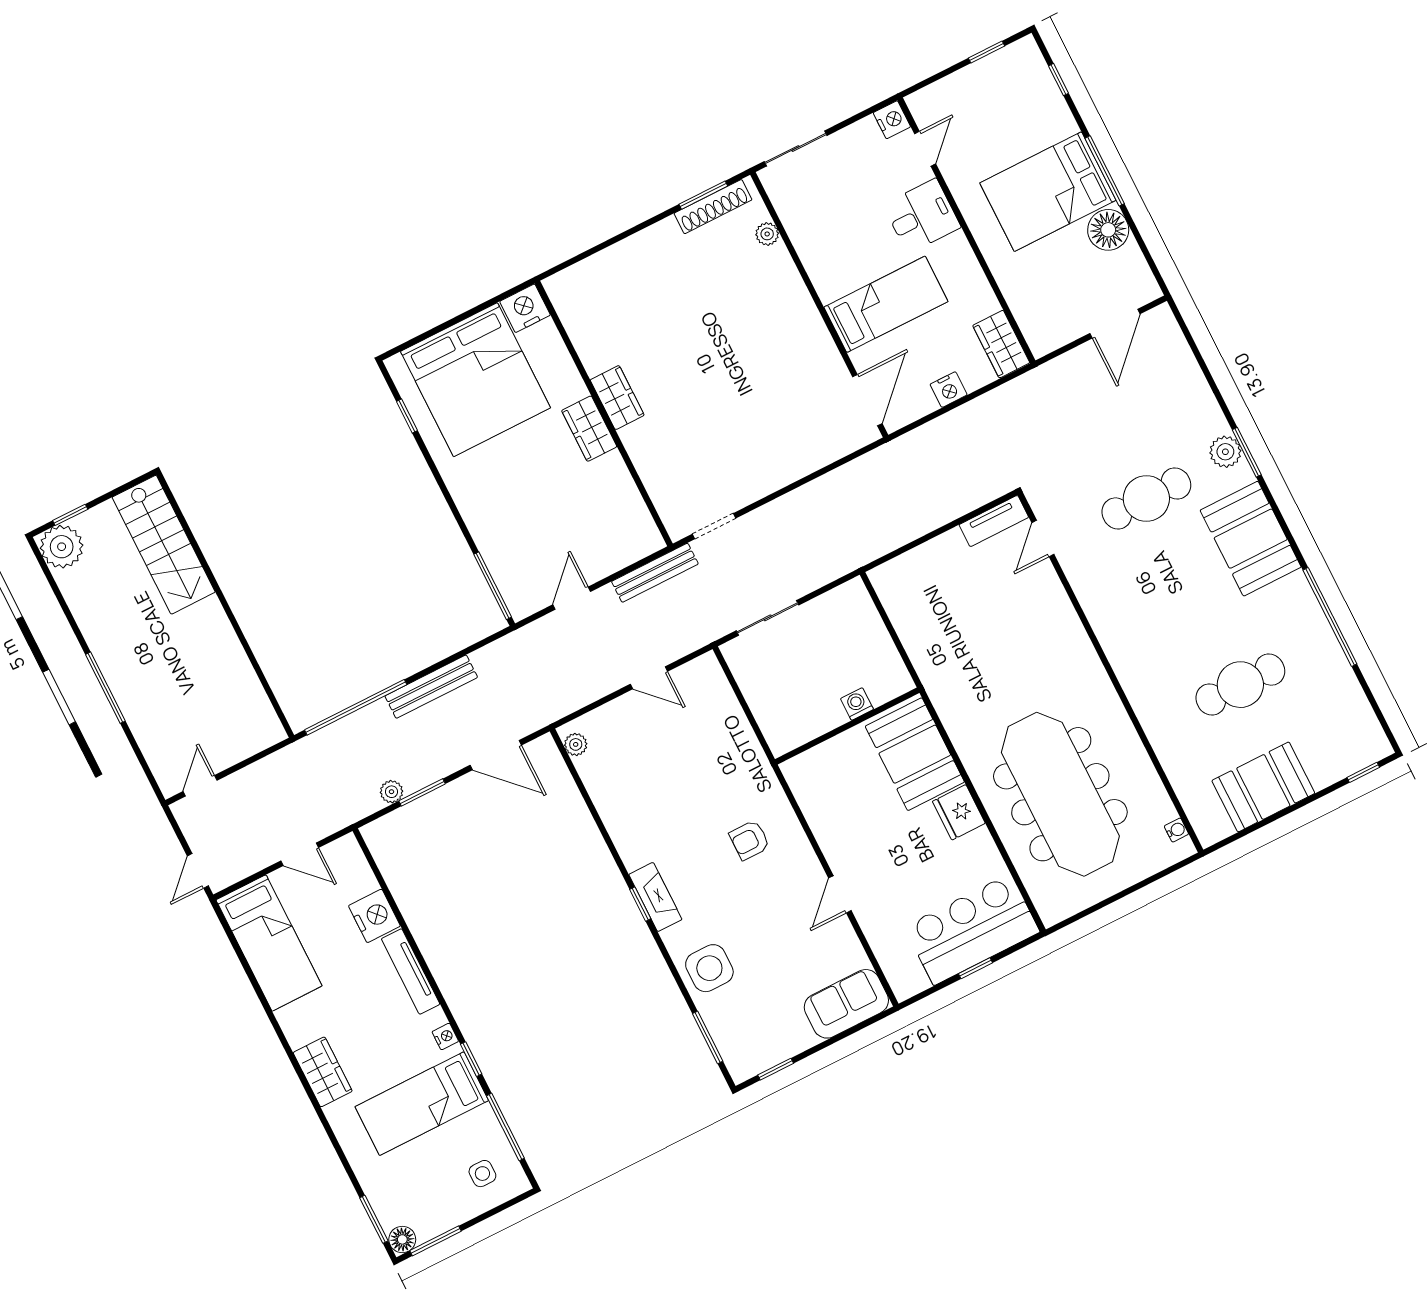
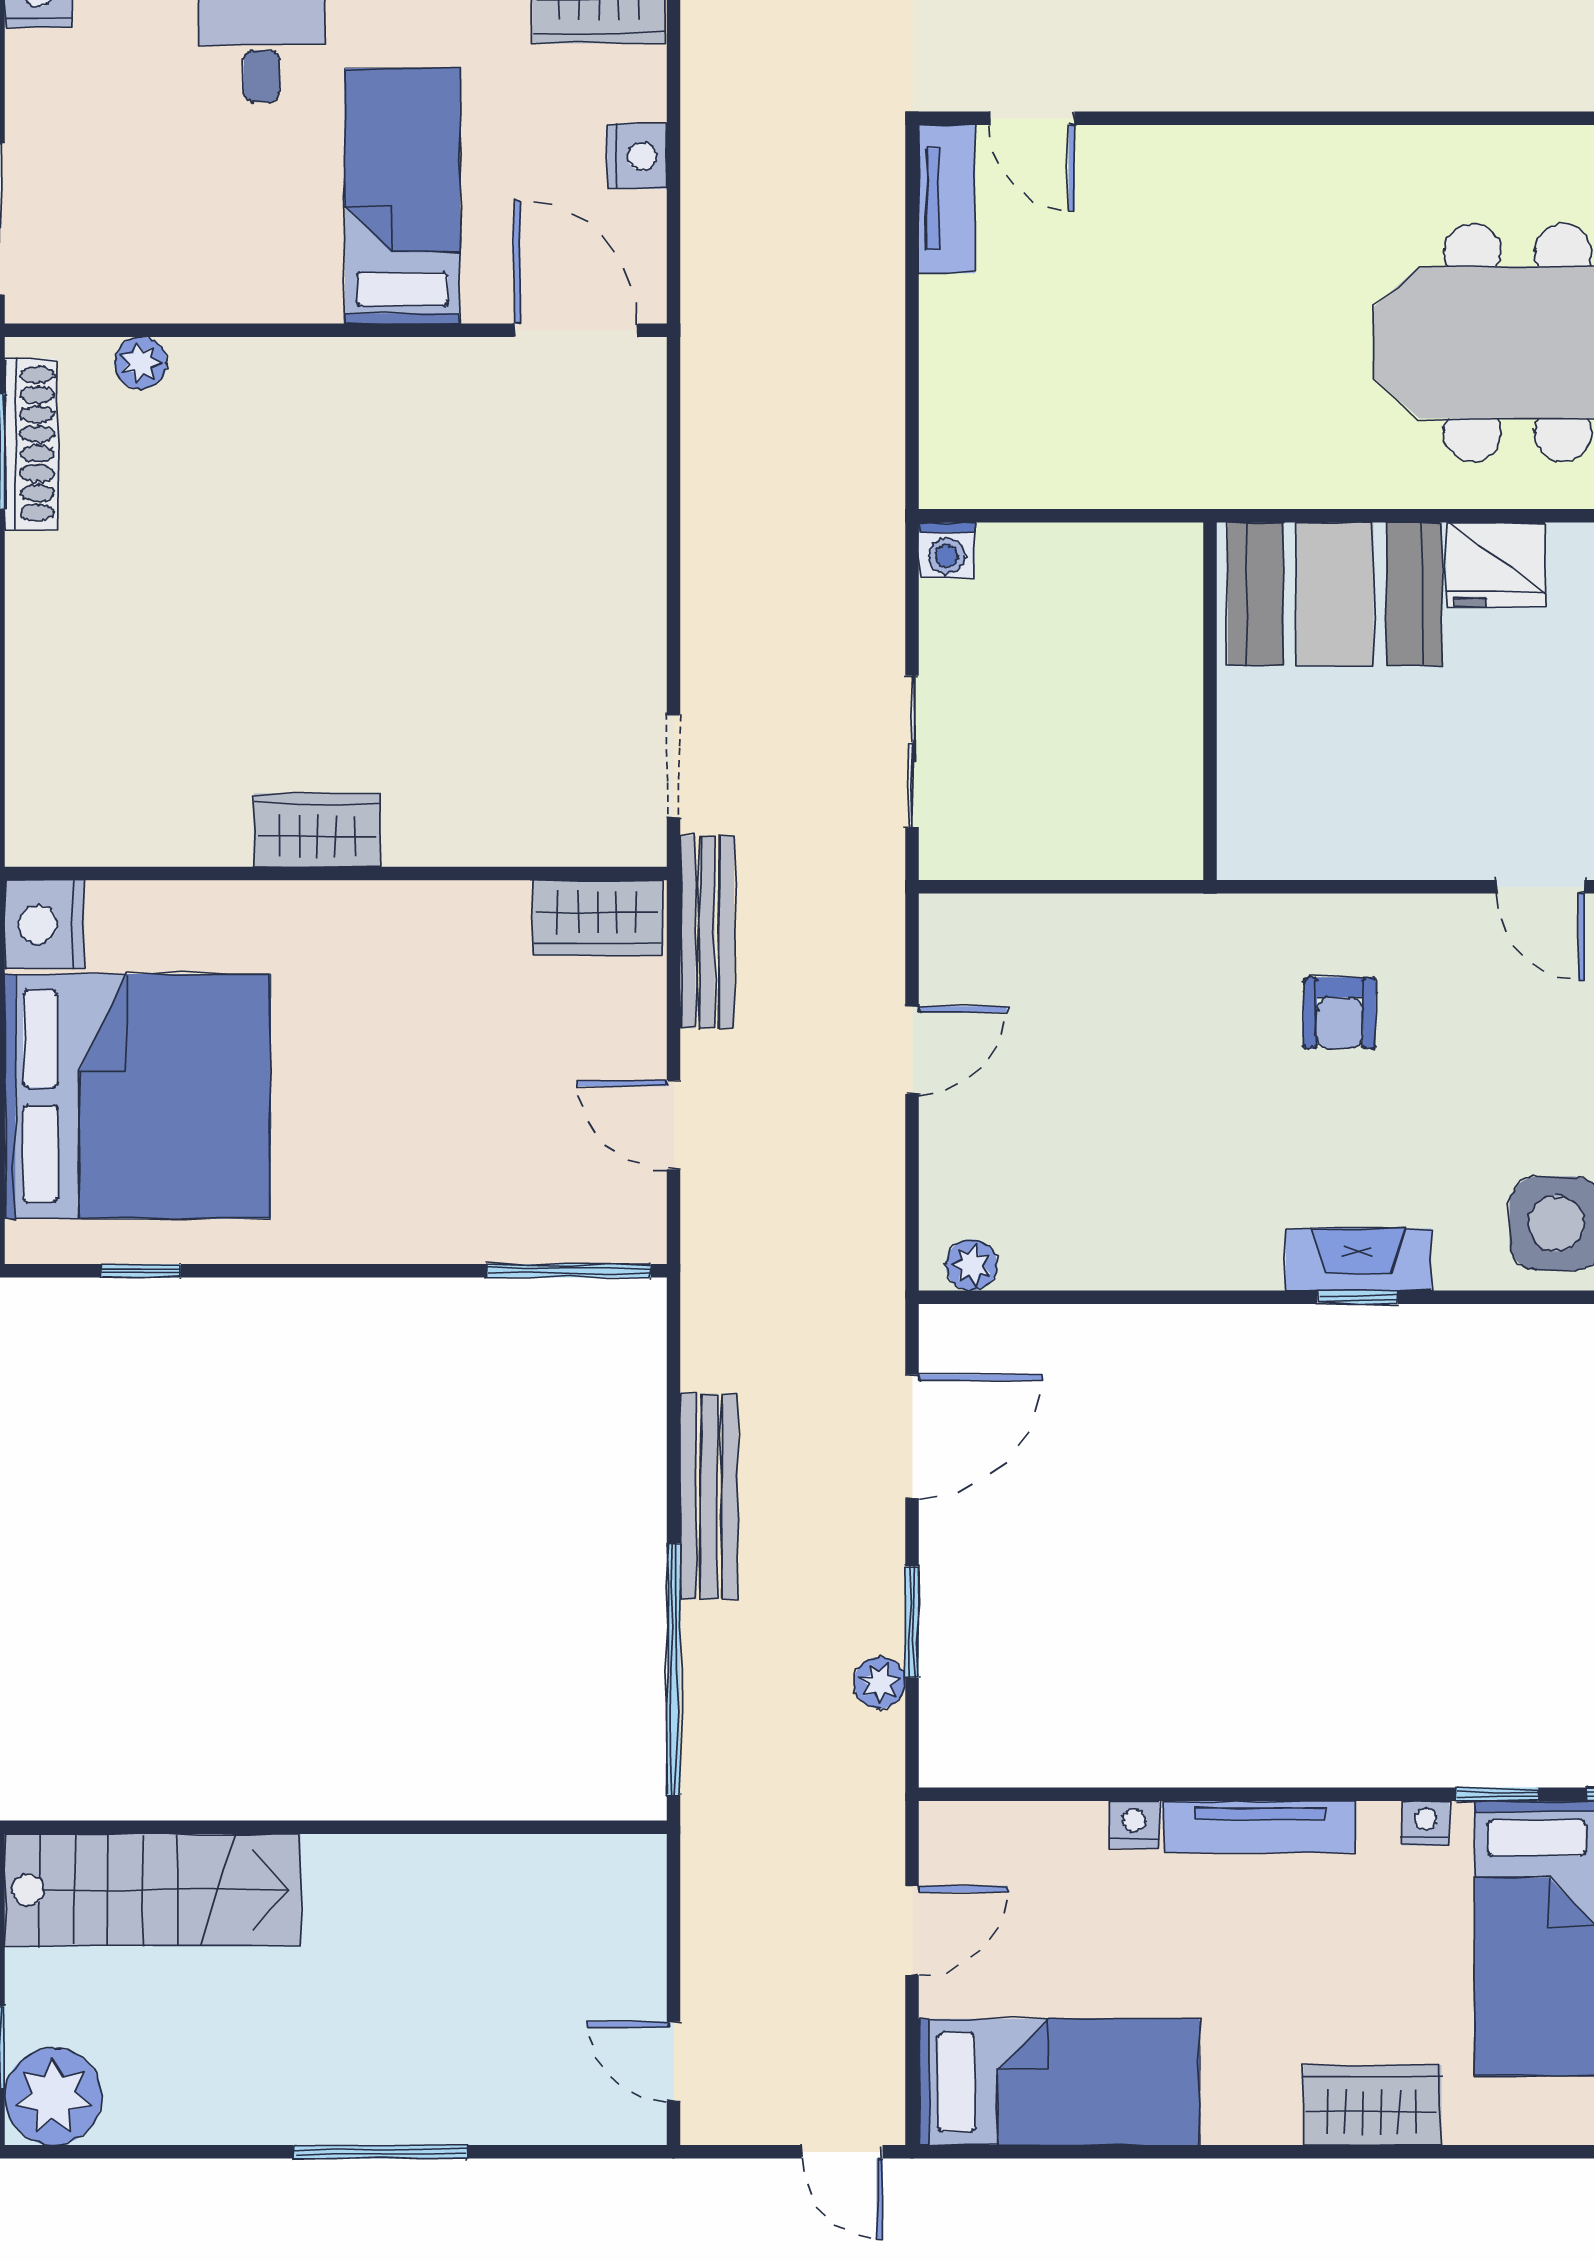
wardrobe: (589, 429) -> (597, 918), moved
washing machine: (857, 704) -> (947, 550), moved, turned -90
nightstand: (374, 916) -> (1134, 1824), width x0.53, depth x0.56

